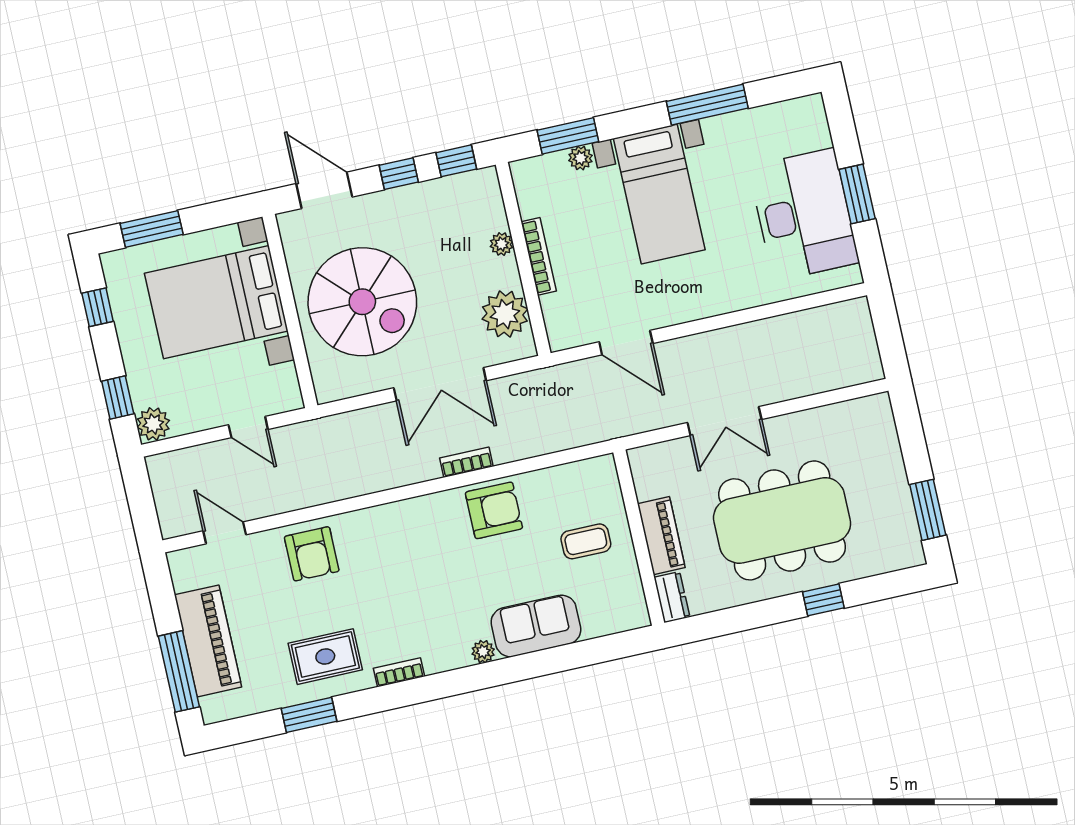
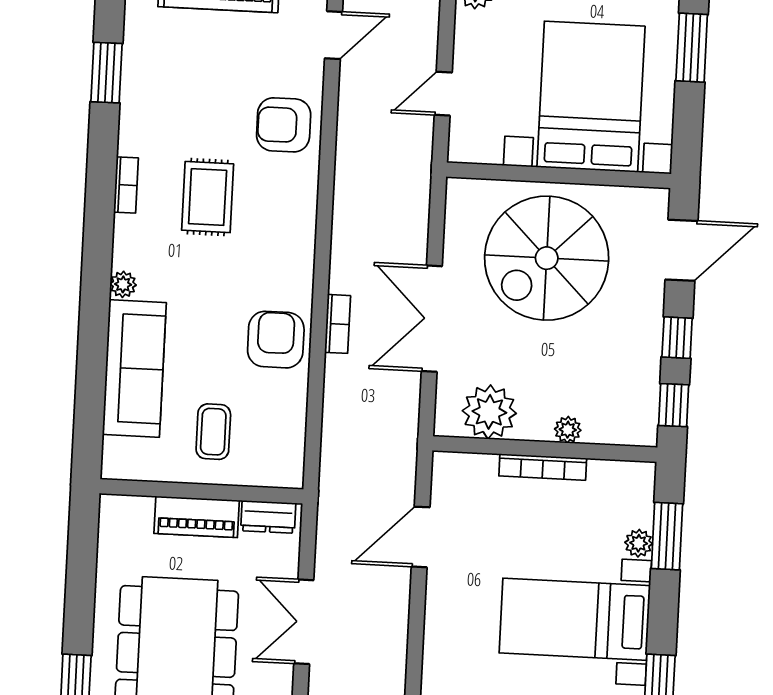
armchair: (494, 510) -> (276, 340), turned 180
dresser: (672, 597) -> (268, 517), moved
sofa: (536, 626) -> (134, 368), width x1.36
rug: (325, 657) -> (208, 197), moved

